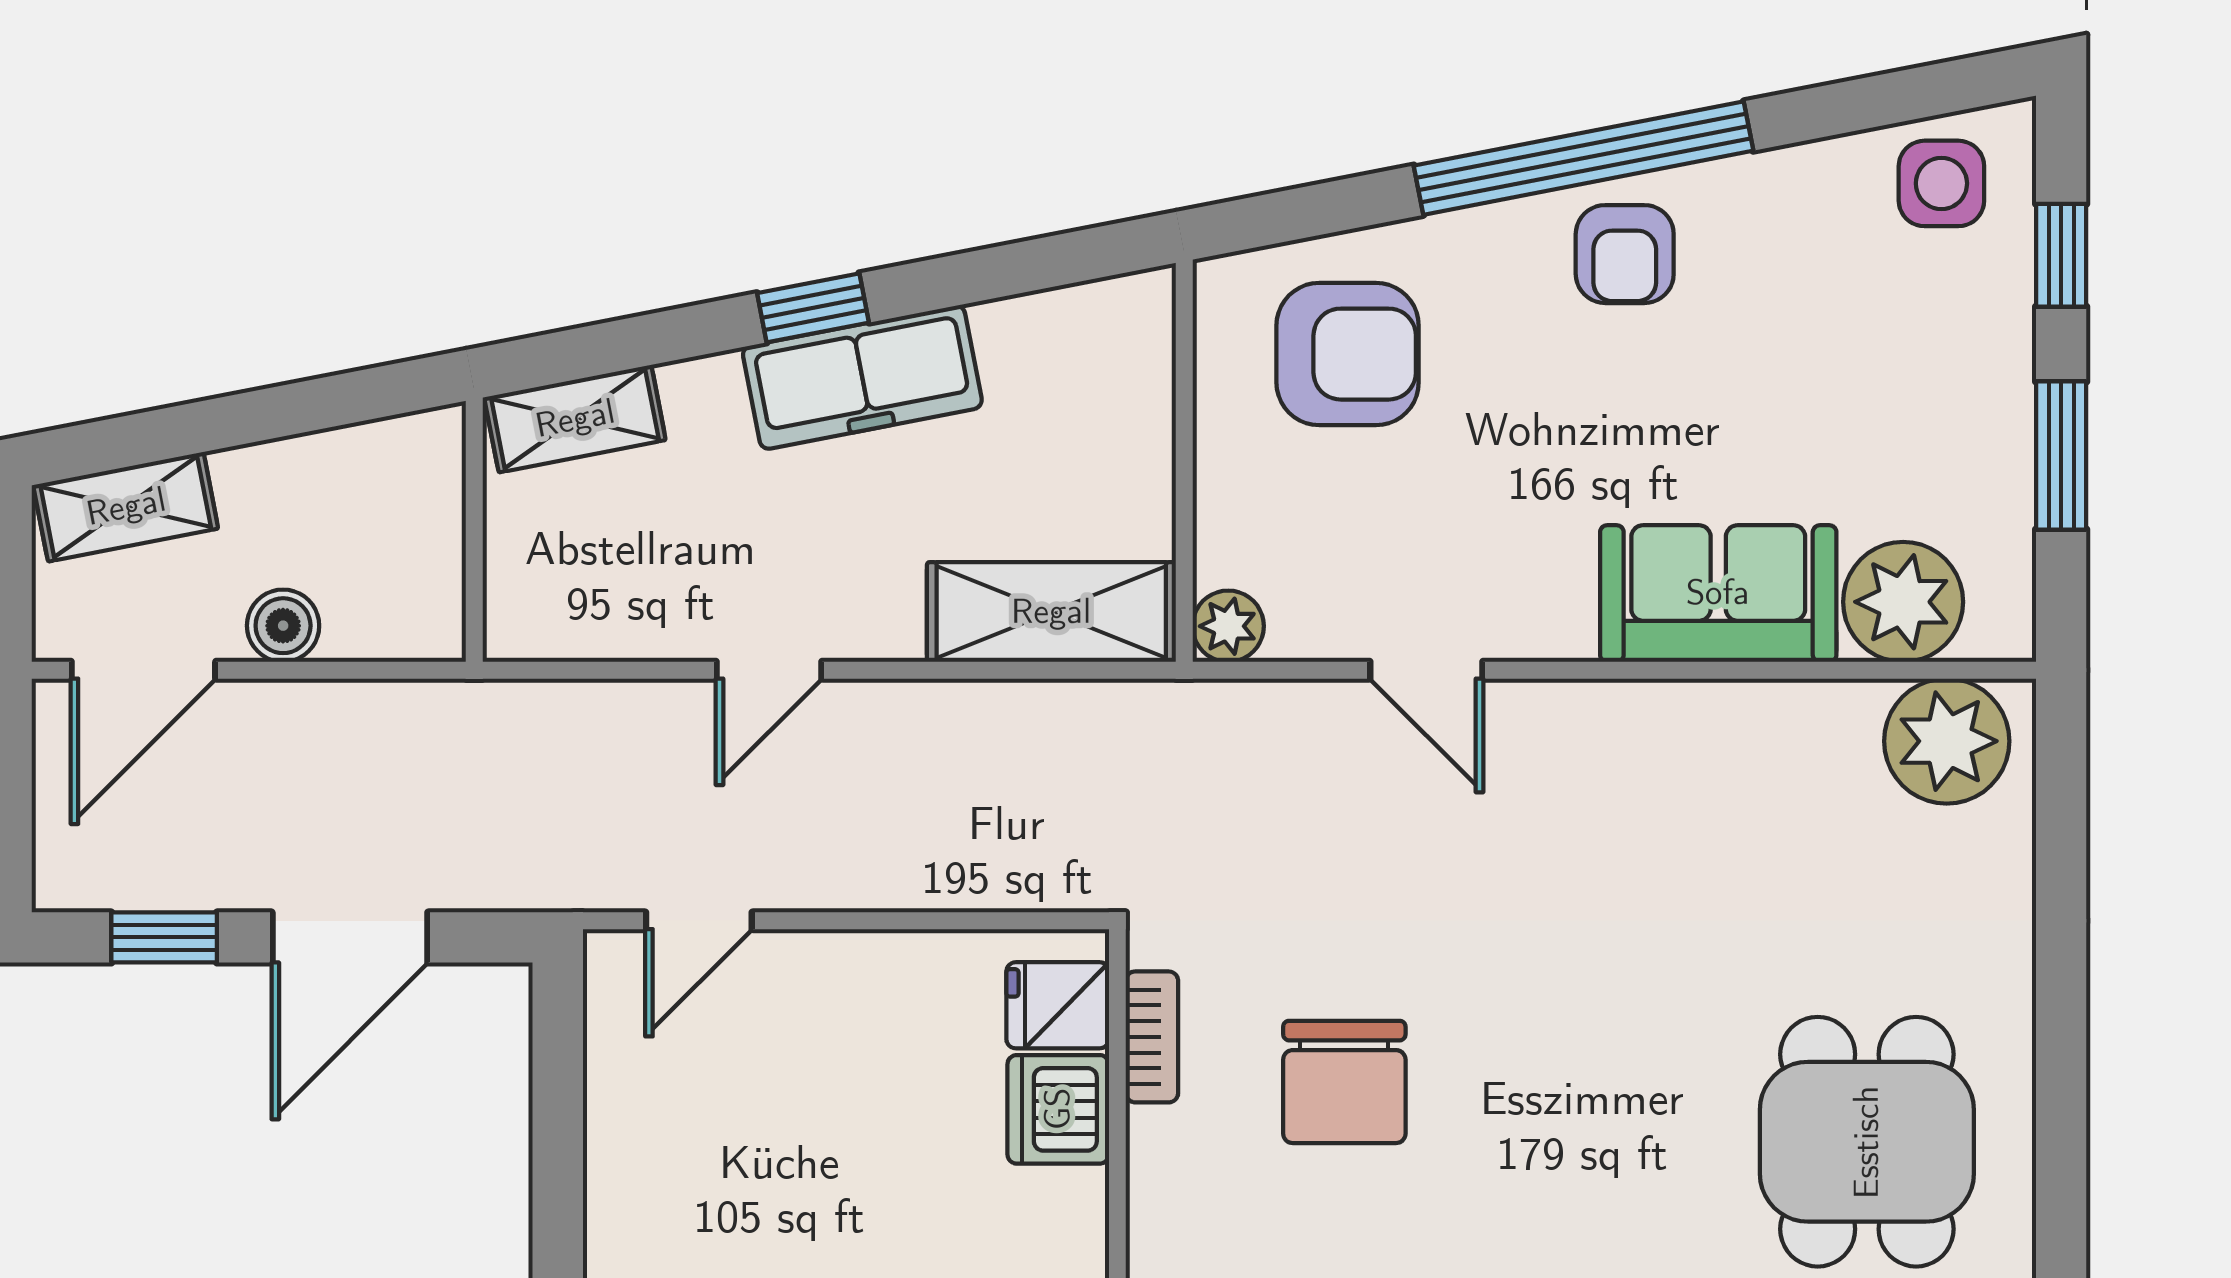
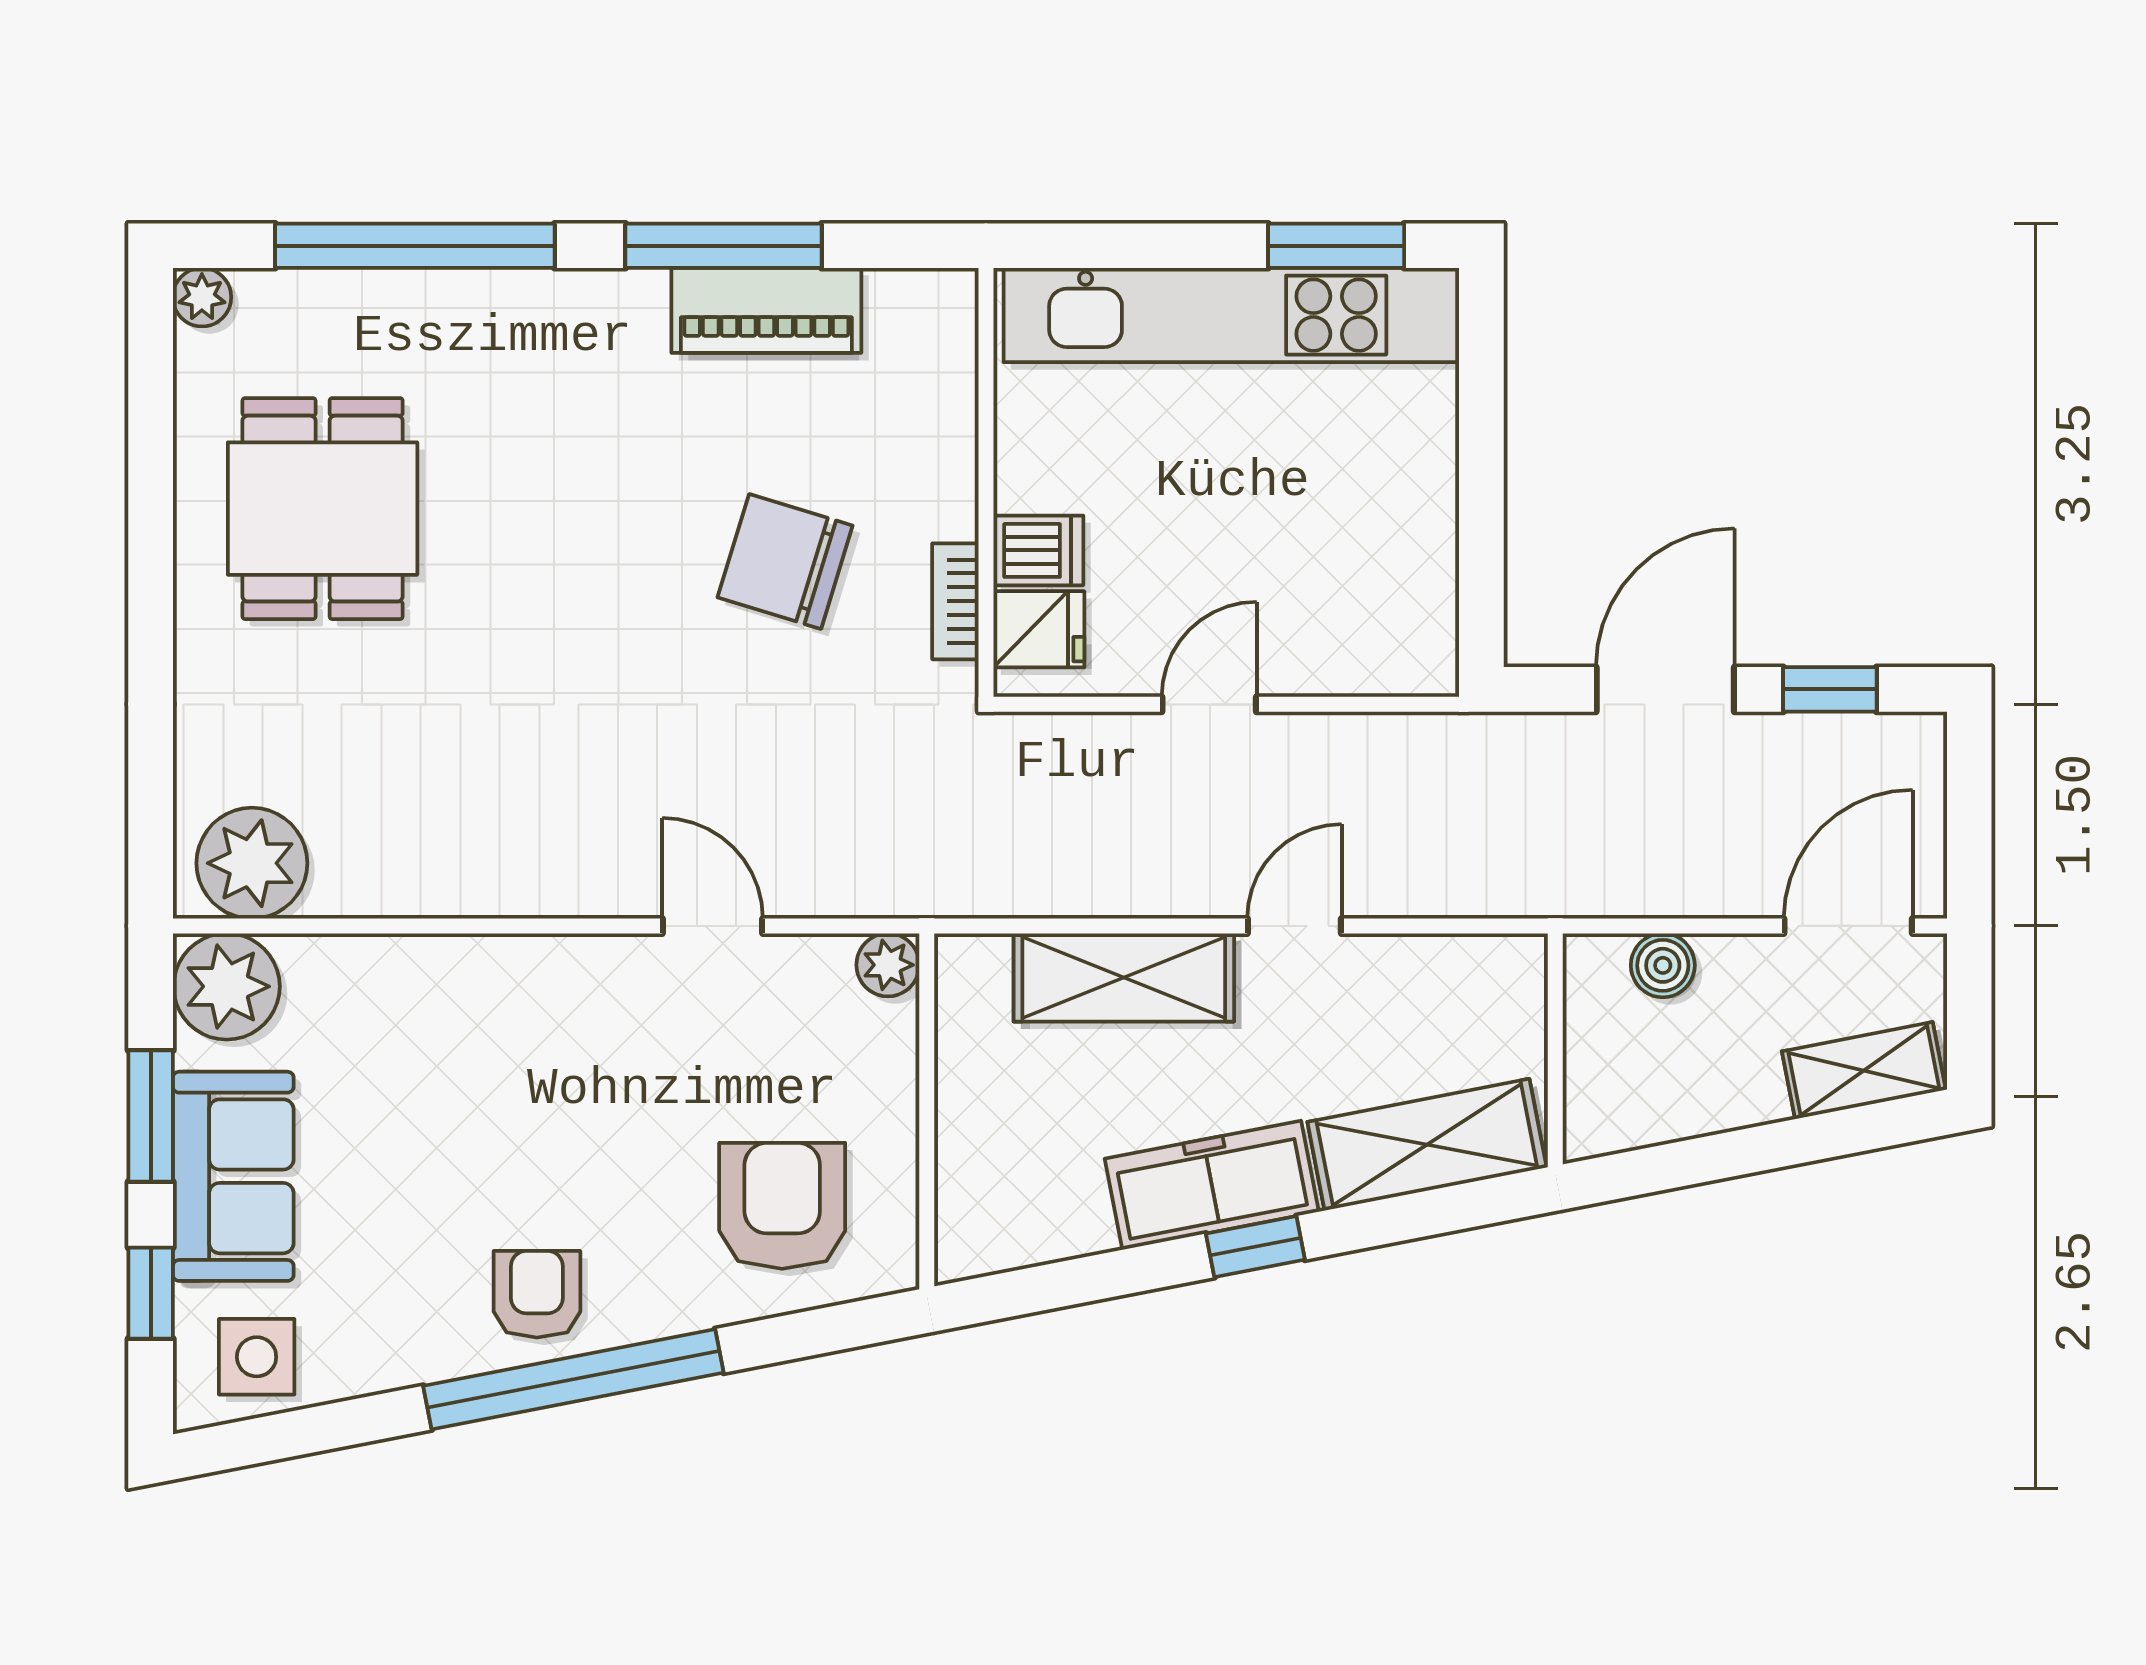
armchair: (1348, 354) -> (782, 1206), turned 90
shelving: (575, 419) -> (1427, 1145), width x1.50, depth x1.33
sofa: (1718, 593) -> (233, 1176), moved, turned -90
plant: (1903, 602) -> (227, 986), moved
shelving: (1051, 612) -> (1124, 977), moved
boiler: (283, 626) -> (1663, 965), moved
door: (699, 921) -> (1209, 704), moved
chair: (1344, 1082) -> (785, 561), turned -73
dishwasher: (1058, 1109) -> (1038, 550), width x0.73

